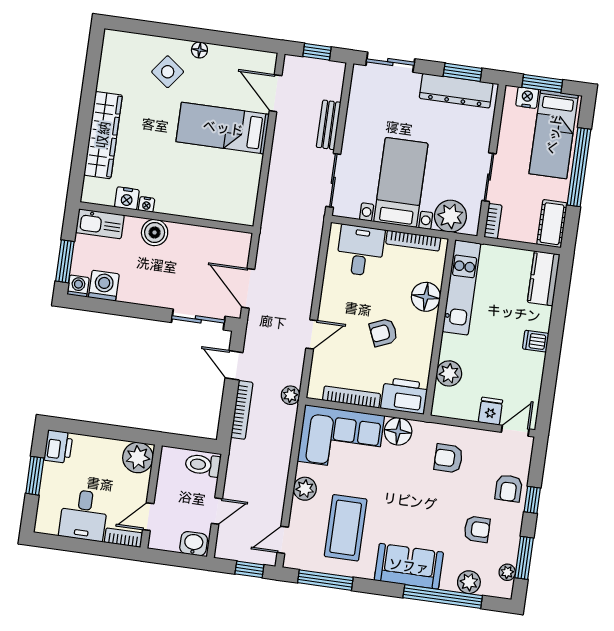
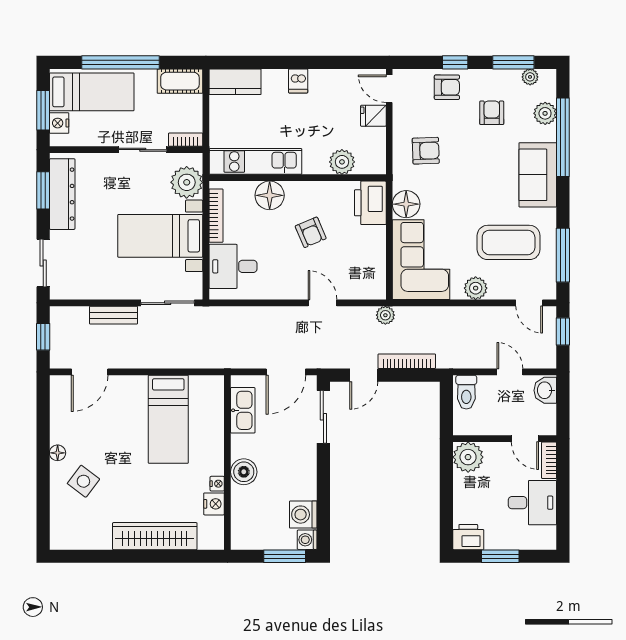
bed: (223, 128) -> (168, 419), moved
kitchen sink: (100, 224) -> (243, 410), moved
bookcase: (352, 397) -> (379, 255), removed
armchair: (448, 458) -> (426, 151), turned -92

